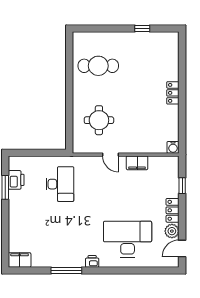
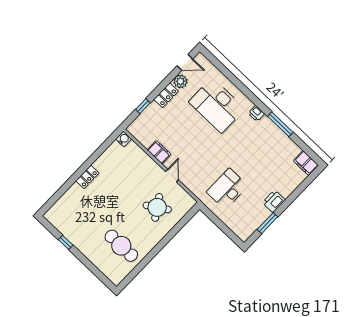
round table: (99, 120) -> (157, 207), turned -33
printer: (16, 180) -> (274, 201), moved

